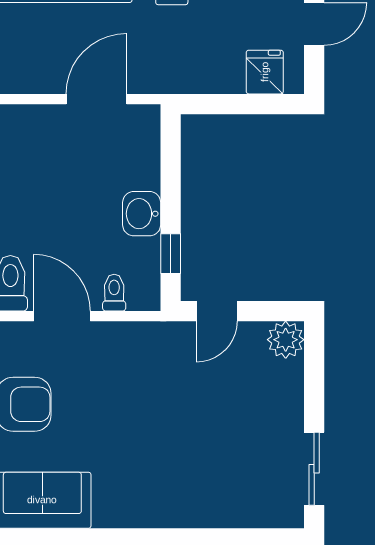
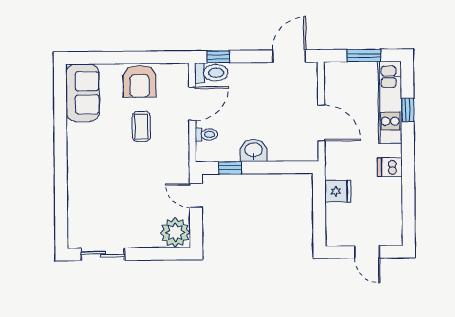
fridge: (265, 72) -> (338, 191), moved
plant: (286, 340) -> (175, 233), width x1.36, depth x1.36
coffee table: (100, 402) -> (141, 126), added

